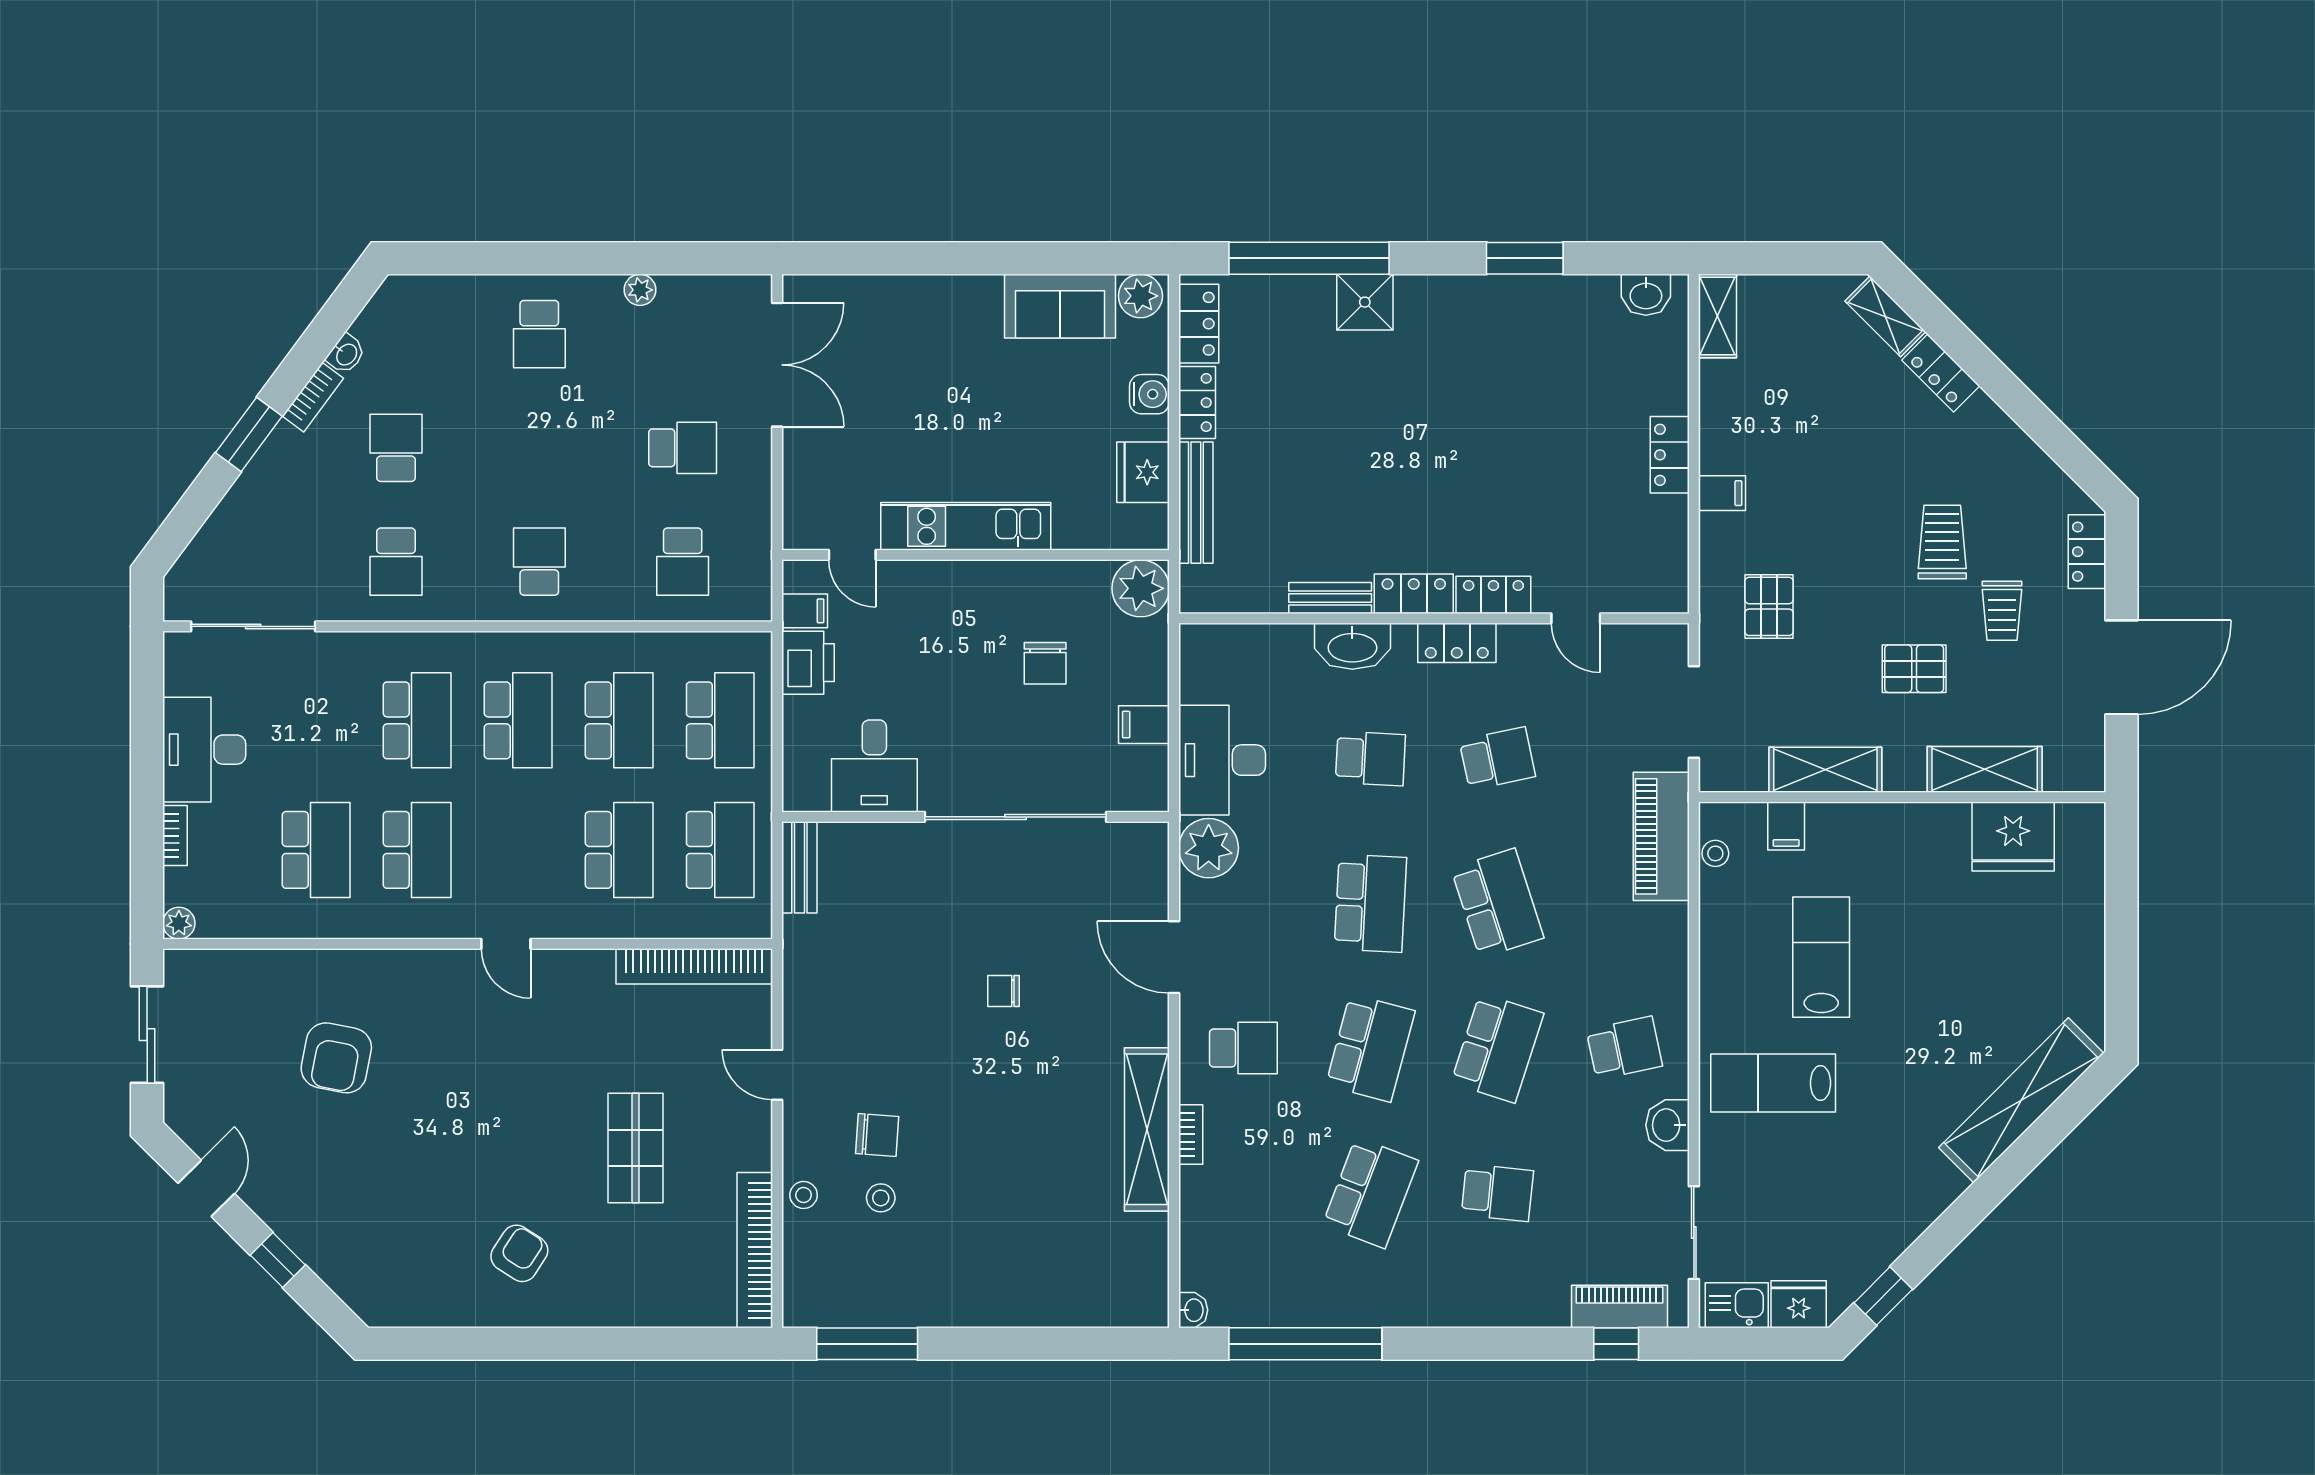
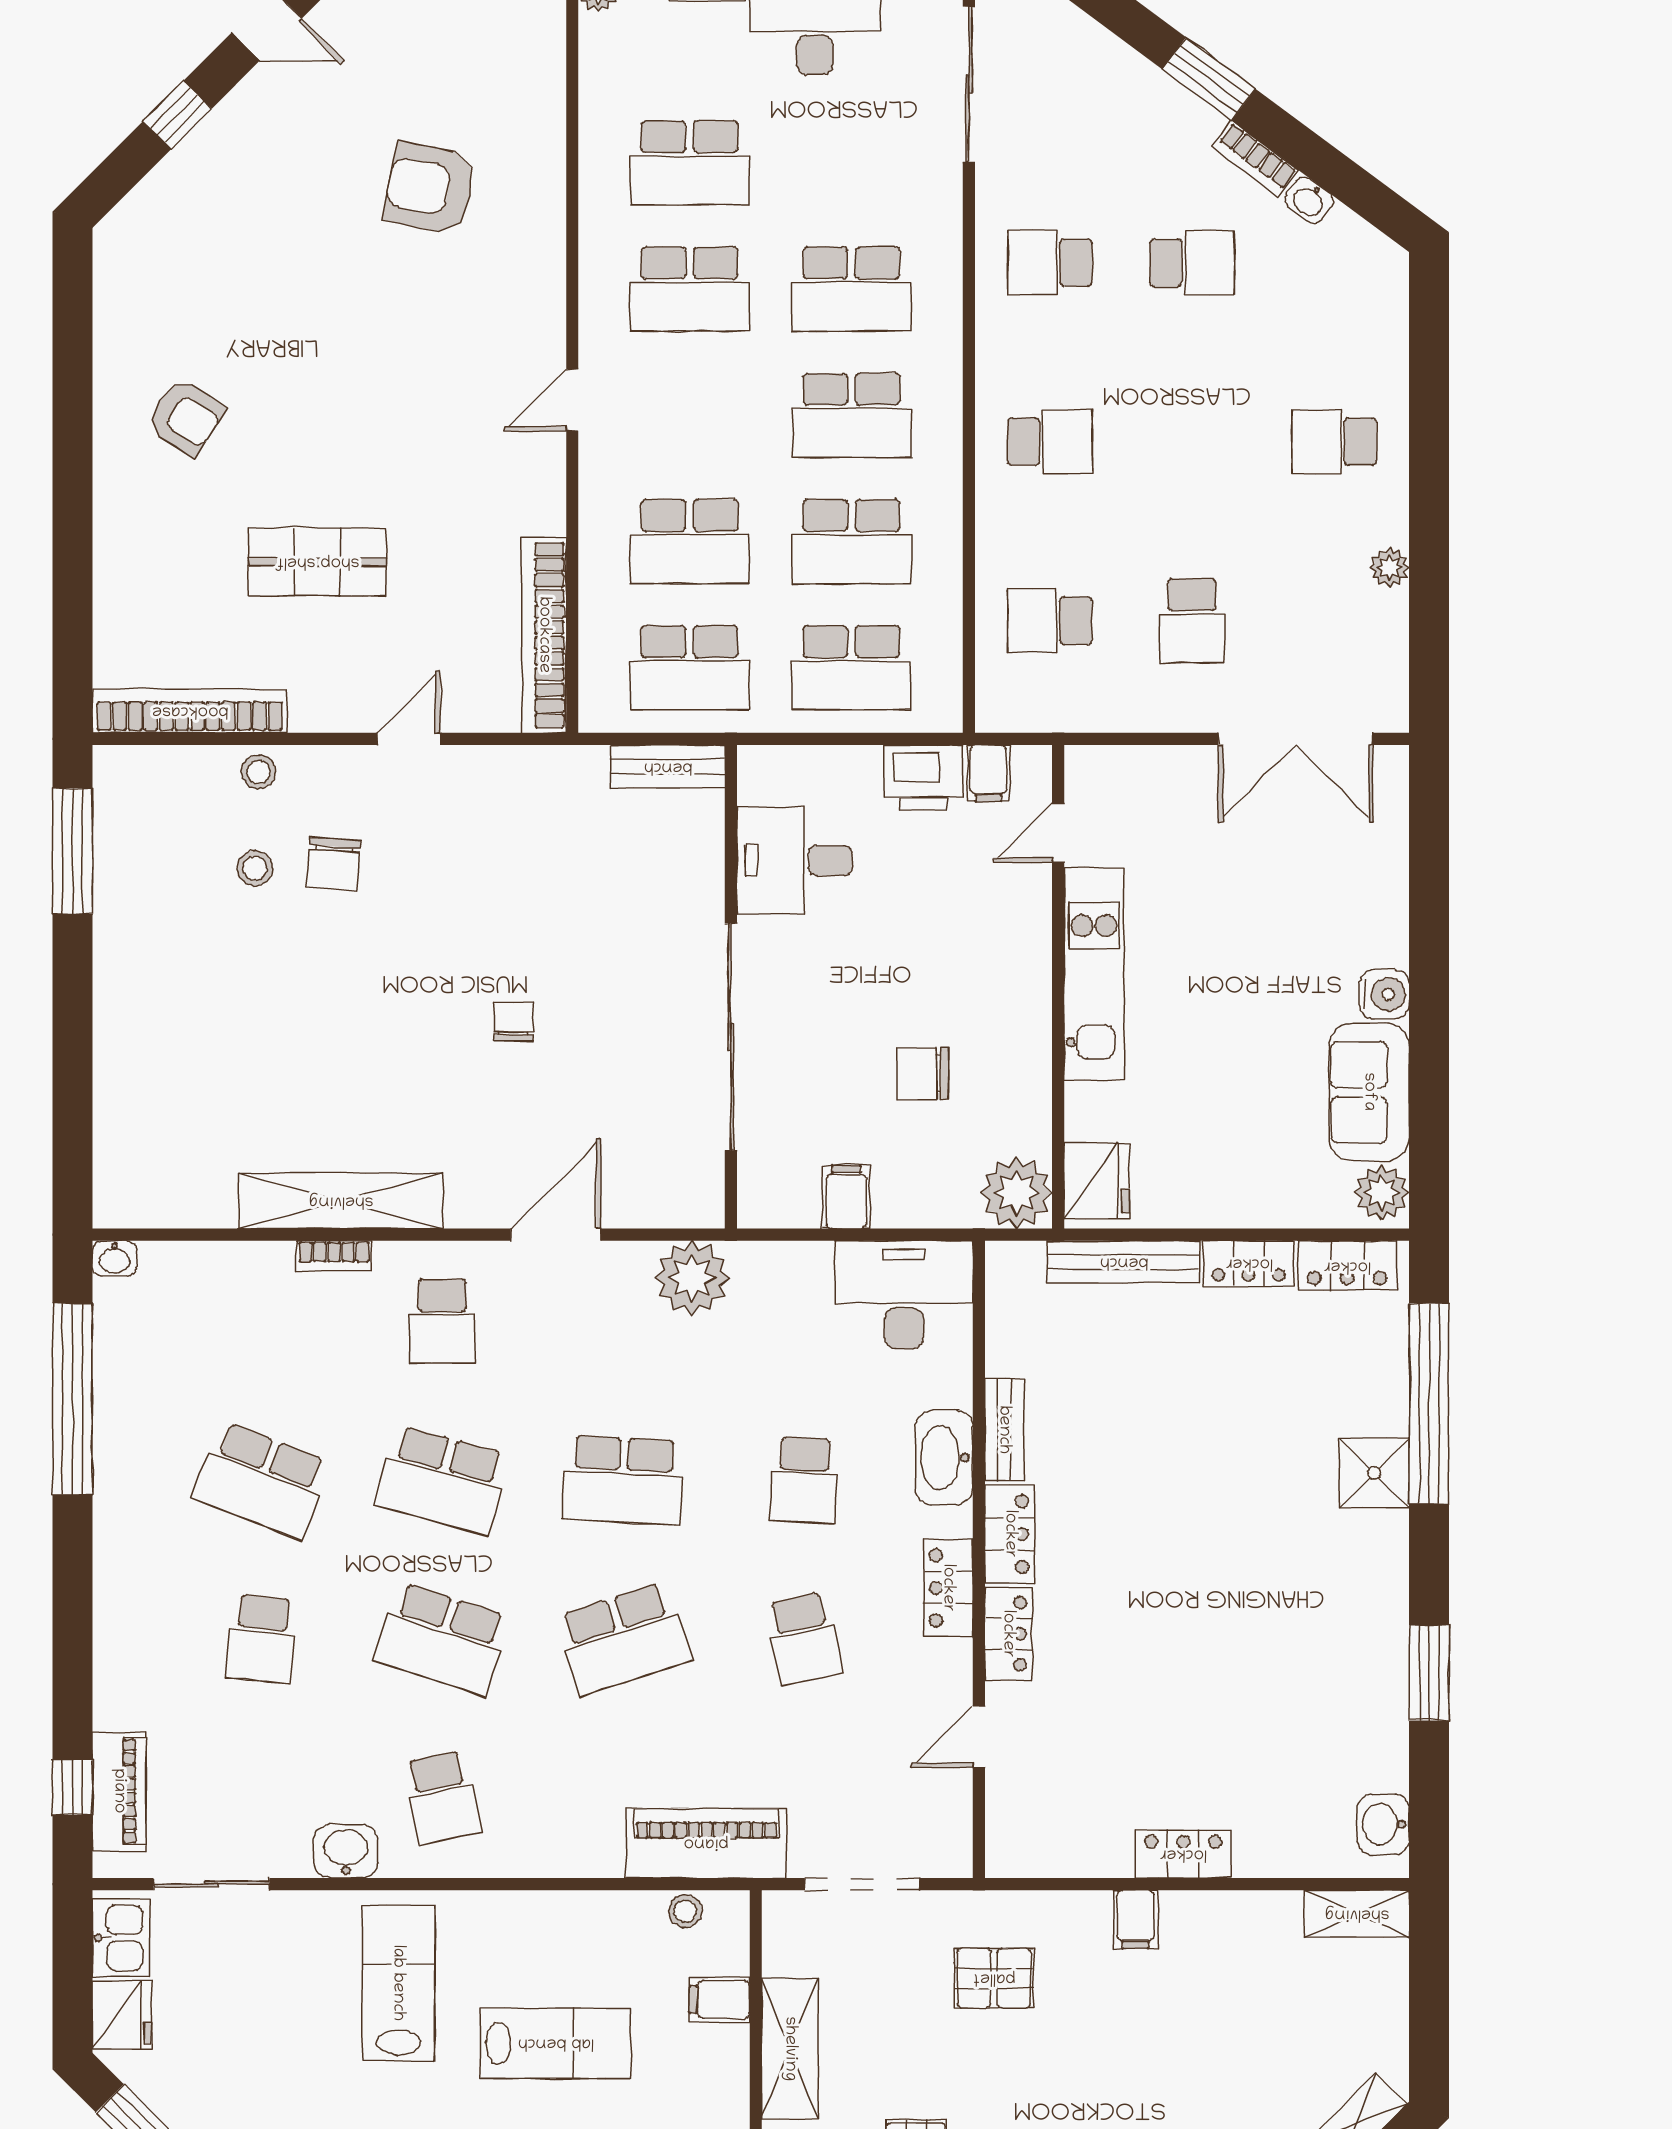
water cooler: (1149, 394) -> (1384, 994), moved, turned -90
fridge: (1143, 472) -> (1097, 1181), moved, turned 90
desk: (1222, 760) -> (904, 1295), moved

